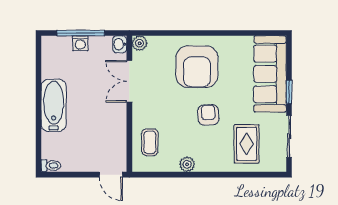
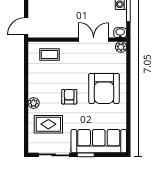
armchair: (197, 67) -> (104, 88), turned -90
armchair: (208, 115) -> (69, 97), turned -86
plant: (187, 164) -> (34, 103), moved

